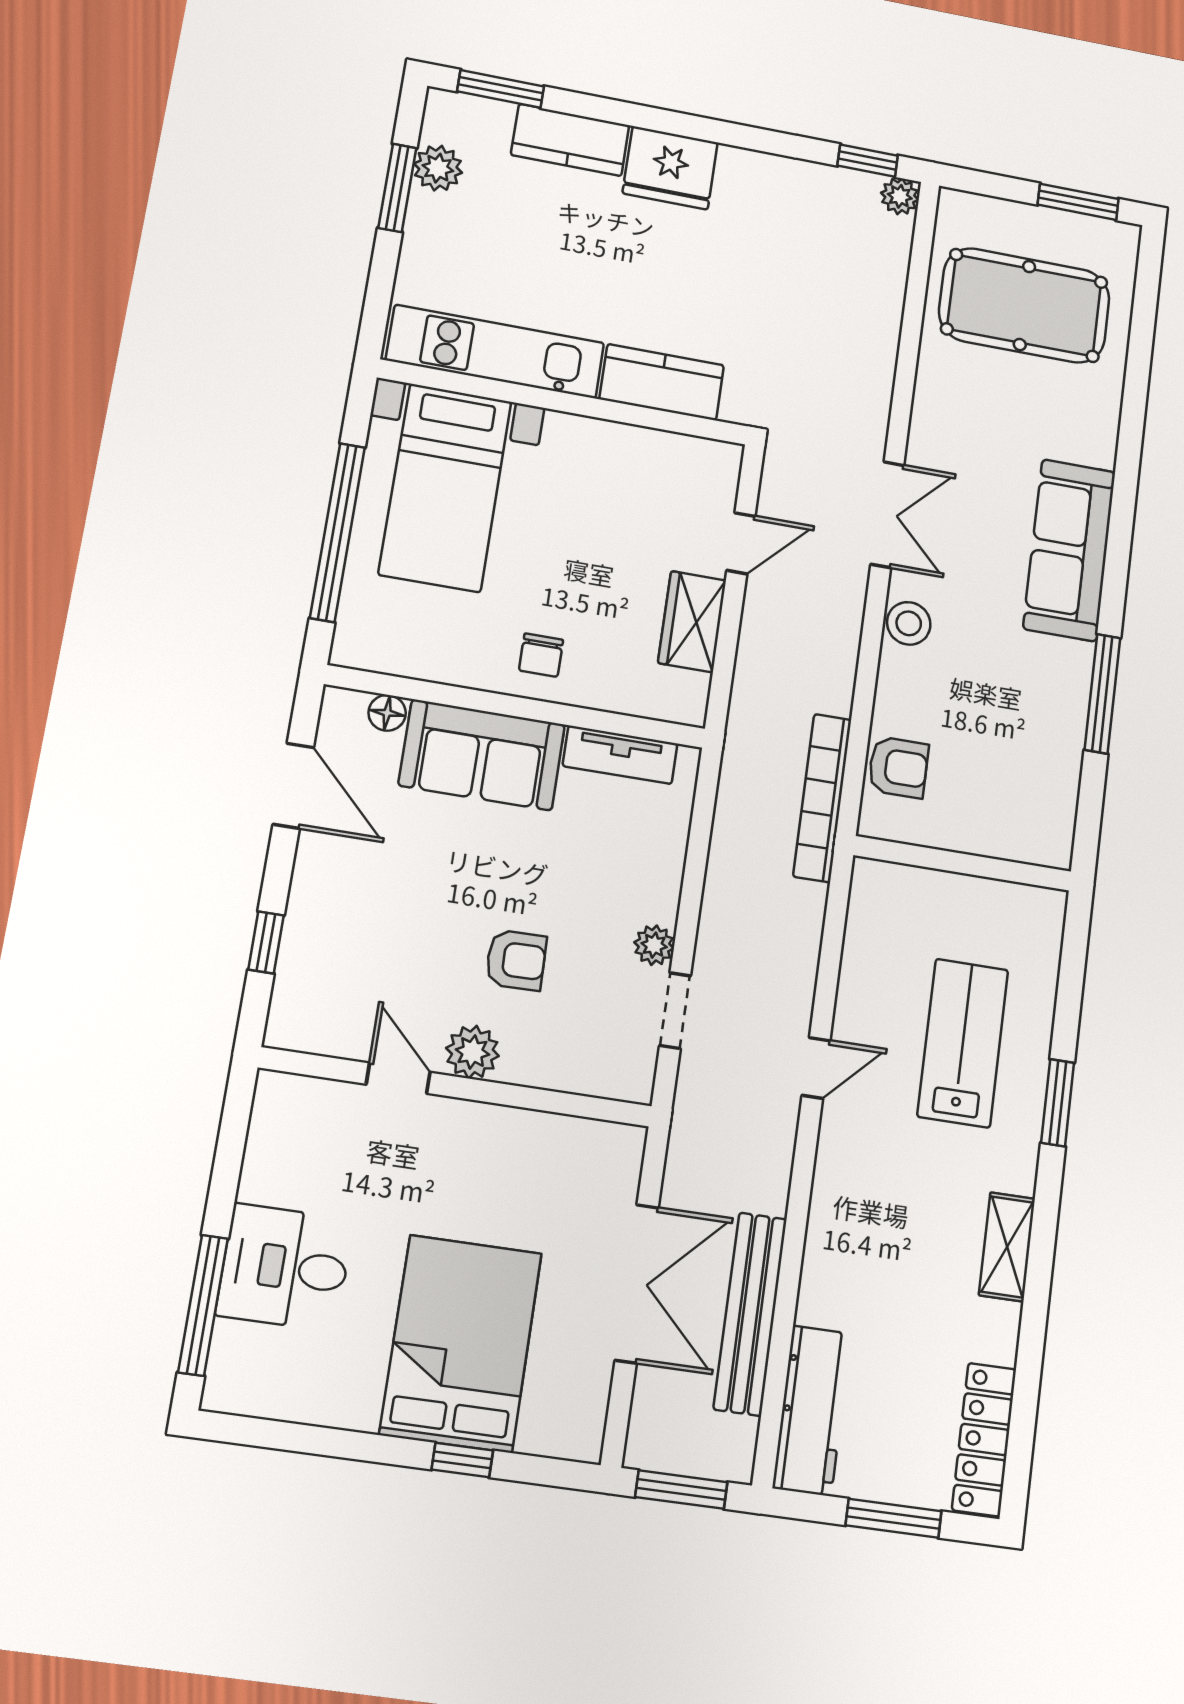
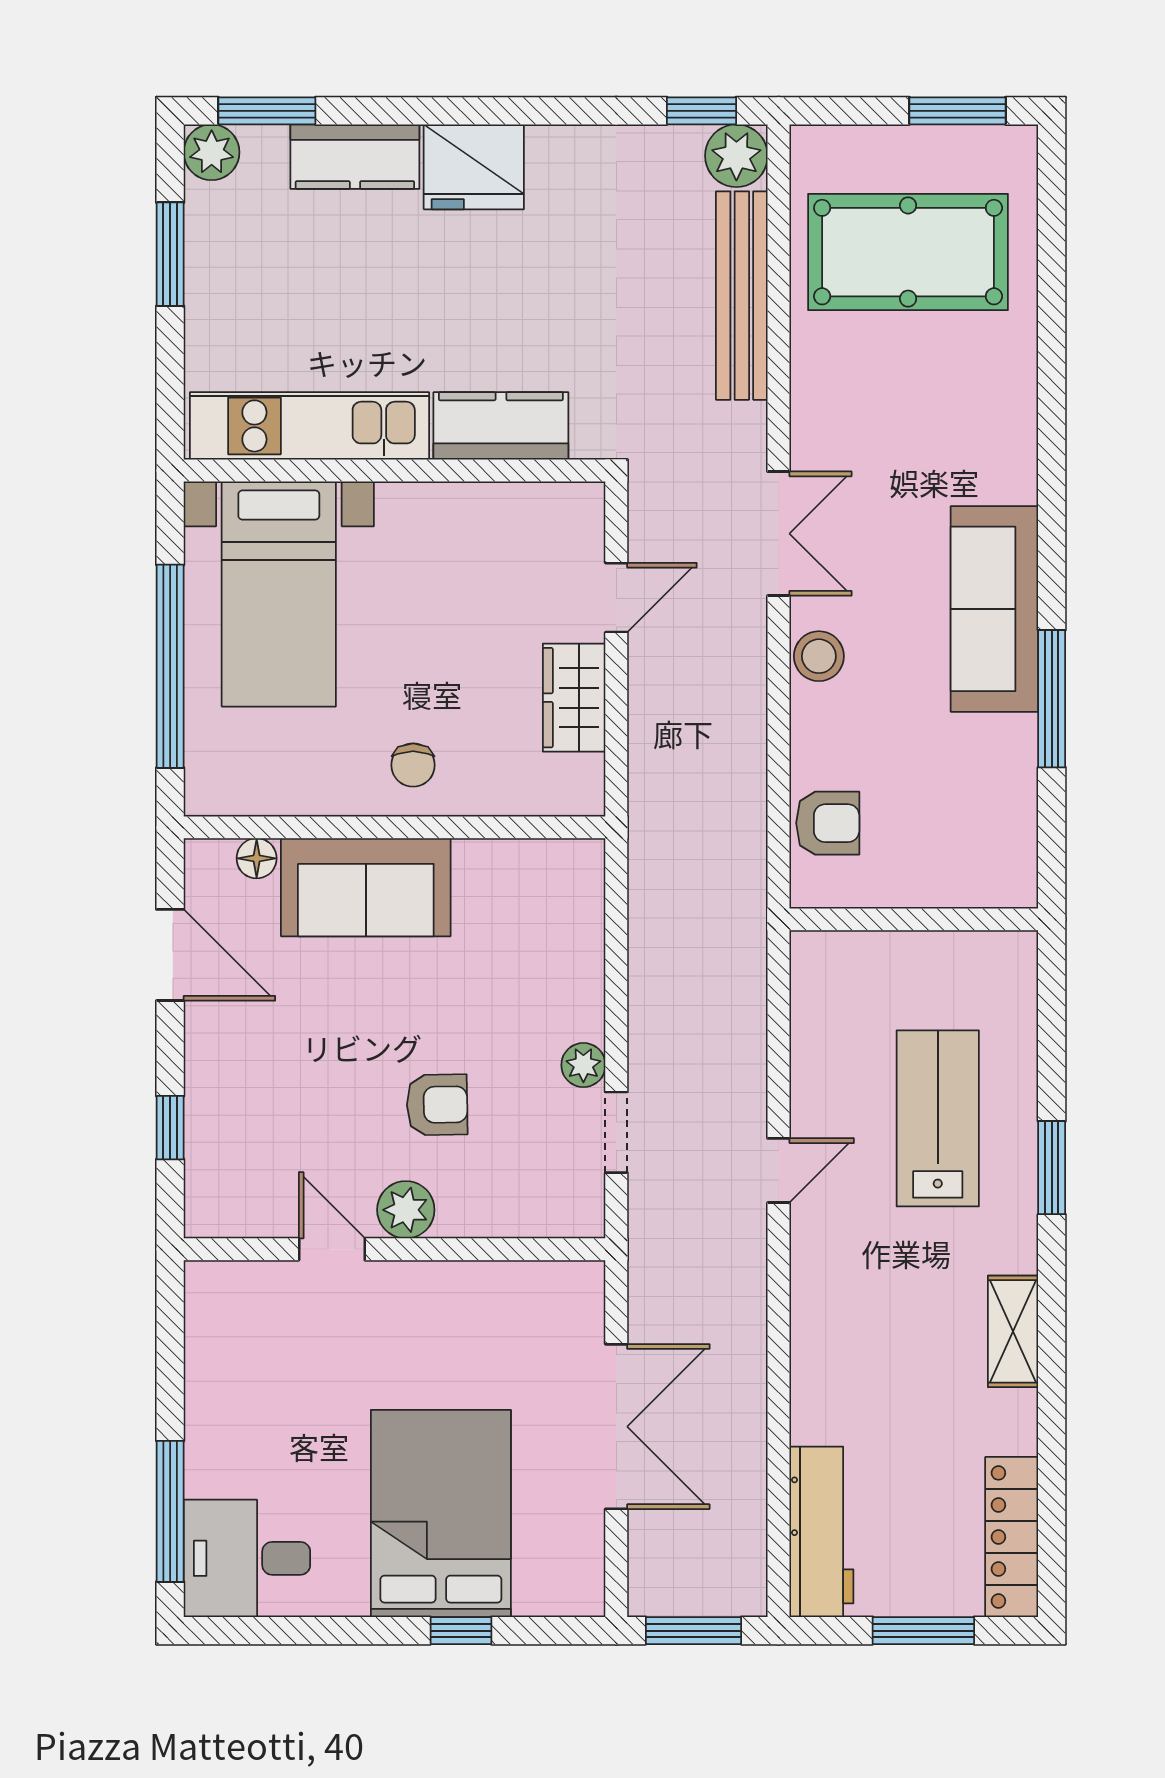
plant: (438, 168) -> (212, 152), moved
plant: (900, 196) -> (736, 156), width x1.38, depth x1.38
sofa: (1069, 550) -> (994, 609), moved
tv unit: (620, 755) -> (516, 862), removed
bookcase: (822, 798) -> (747, 872), removed
desk: (285, 1267) -> (247, 1558), moved
bench: (750, 1314) -> (742, 296), moved

